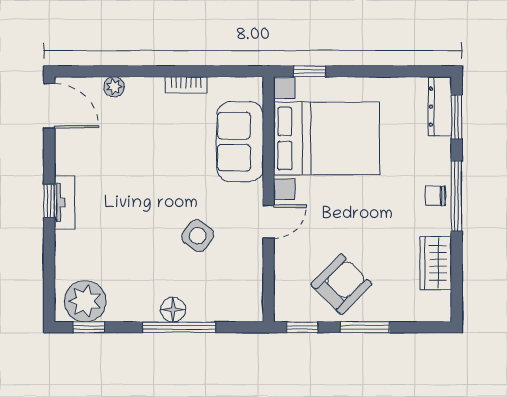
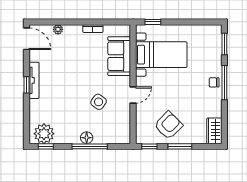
dresser: (440, 107) -> (216, 39), removed
bed with nightstands: (327, 139) -> (161, 55), width x0.73
tv unit: (65, 202) -> (34, 80), width x1.41
wardrobe: (436, 263) -> (214, 131), moved

